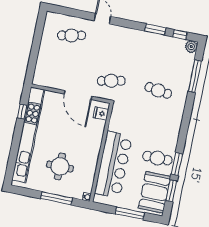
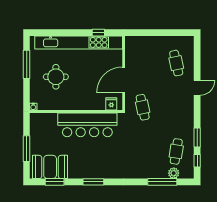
plant: (191, 46) -> (174, 173), moved
cafe table: (158, 90) -> (176, 151), moved
cafe table: (157, 158) -> (81, 163), removed
window: (177, 164) -> (93, 182), moved
bar counter: (113, 165) -> (87, 125), moved
window: (57, 198) -> (27, 64), moved

